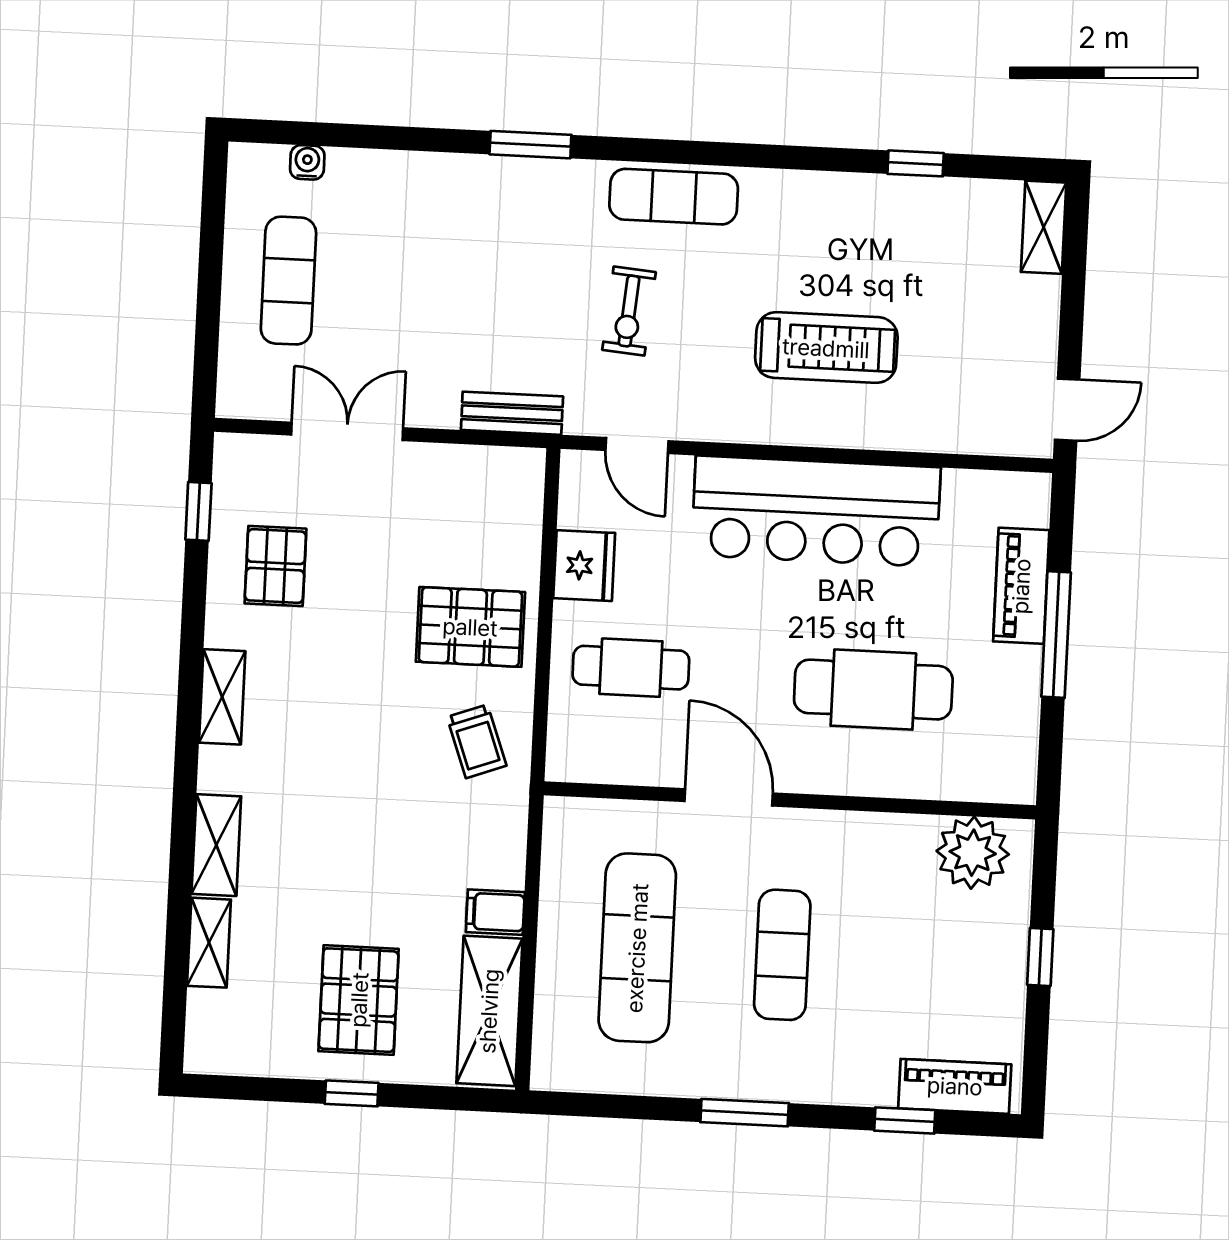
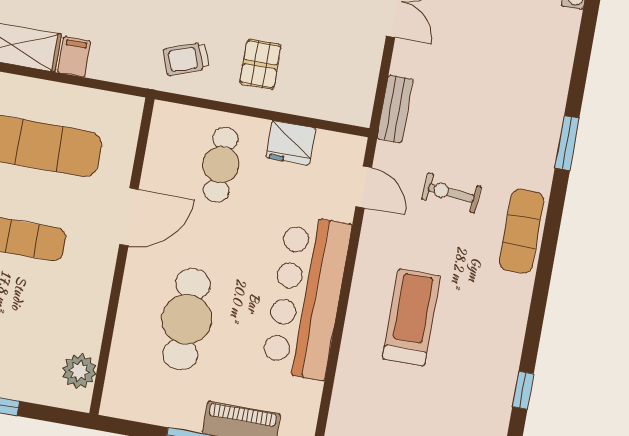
treadmill: (826, 348) -> (411, 317), turned 180
door: (637, 446) -> (364, 187), swing flipped
pallet: (470, 627) -> (260, 64), width x0.67, depth x0.71
plant: (973, 853) -> (79, 371), width x0.73, depth x0.73

